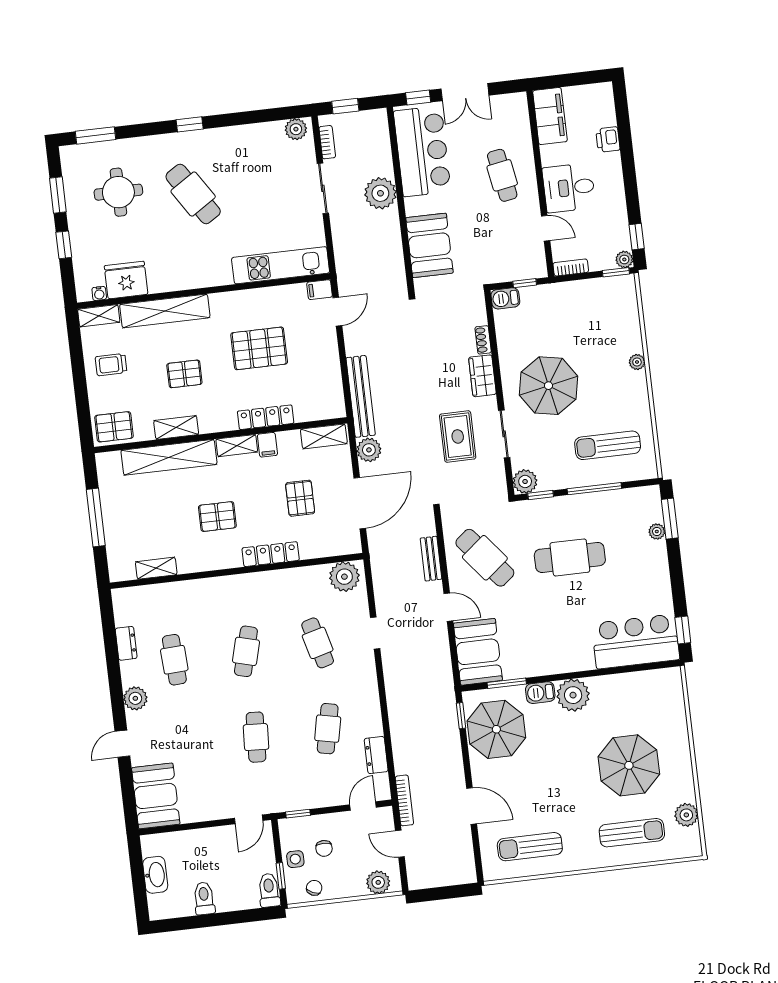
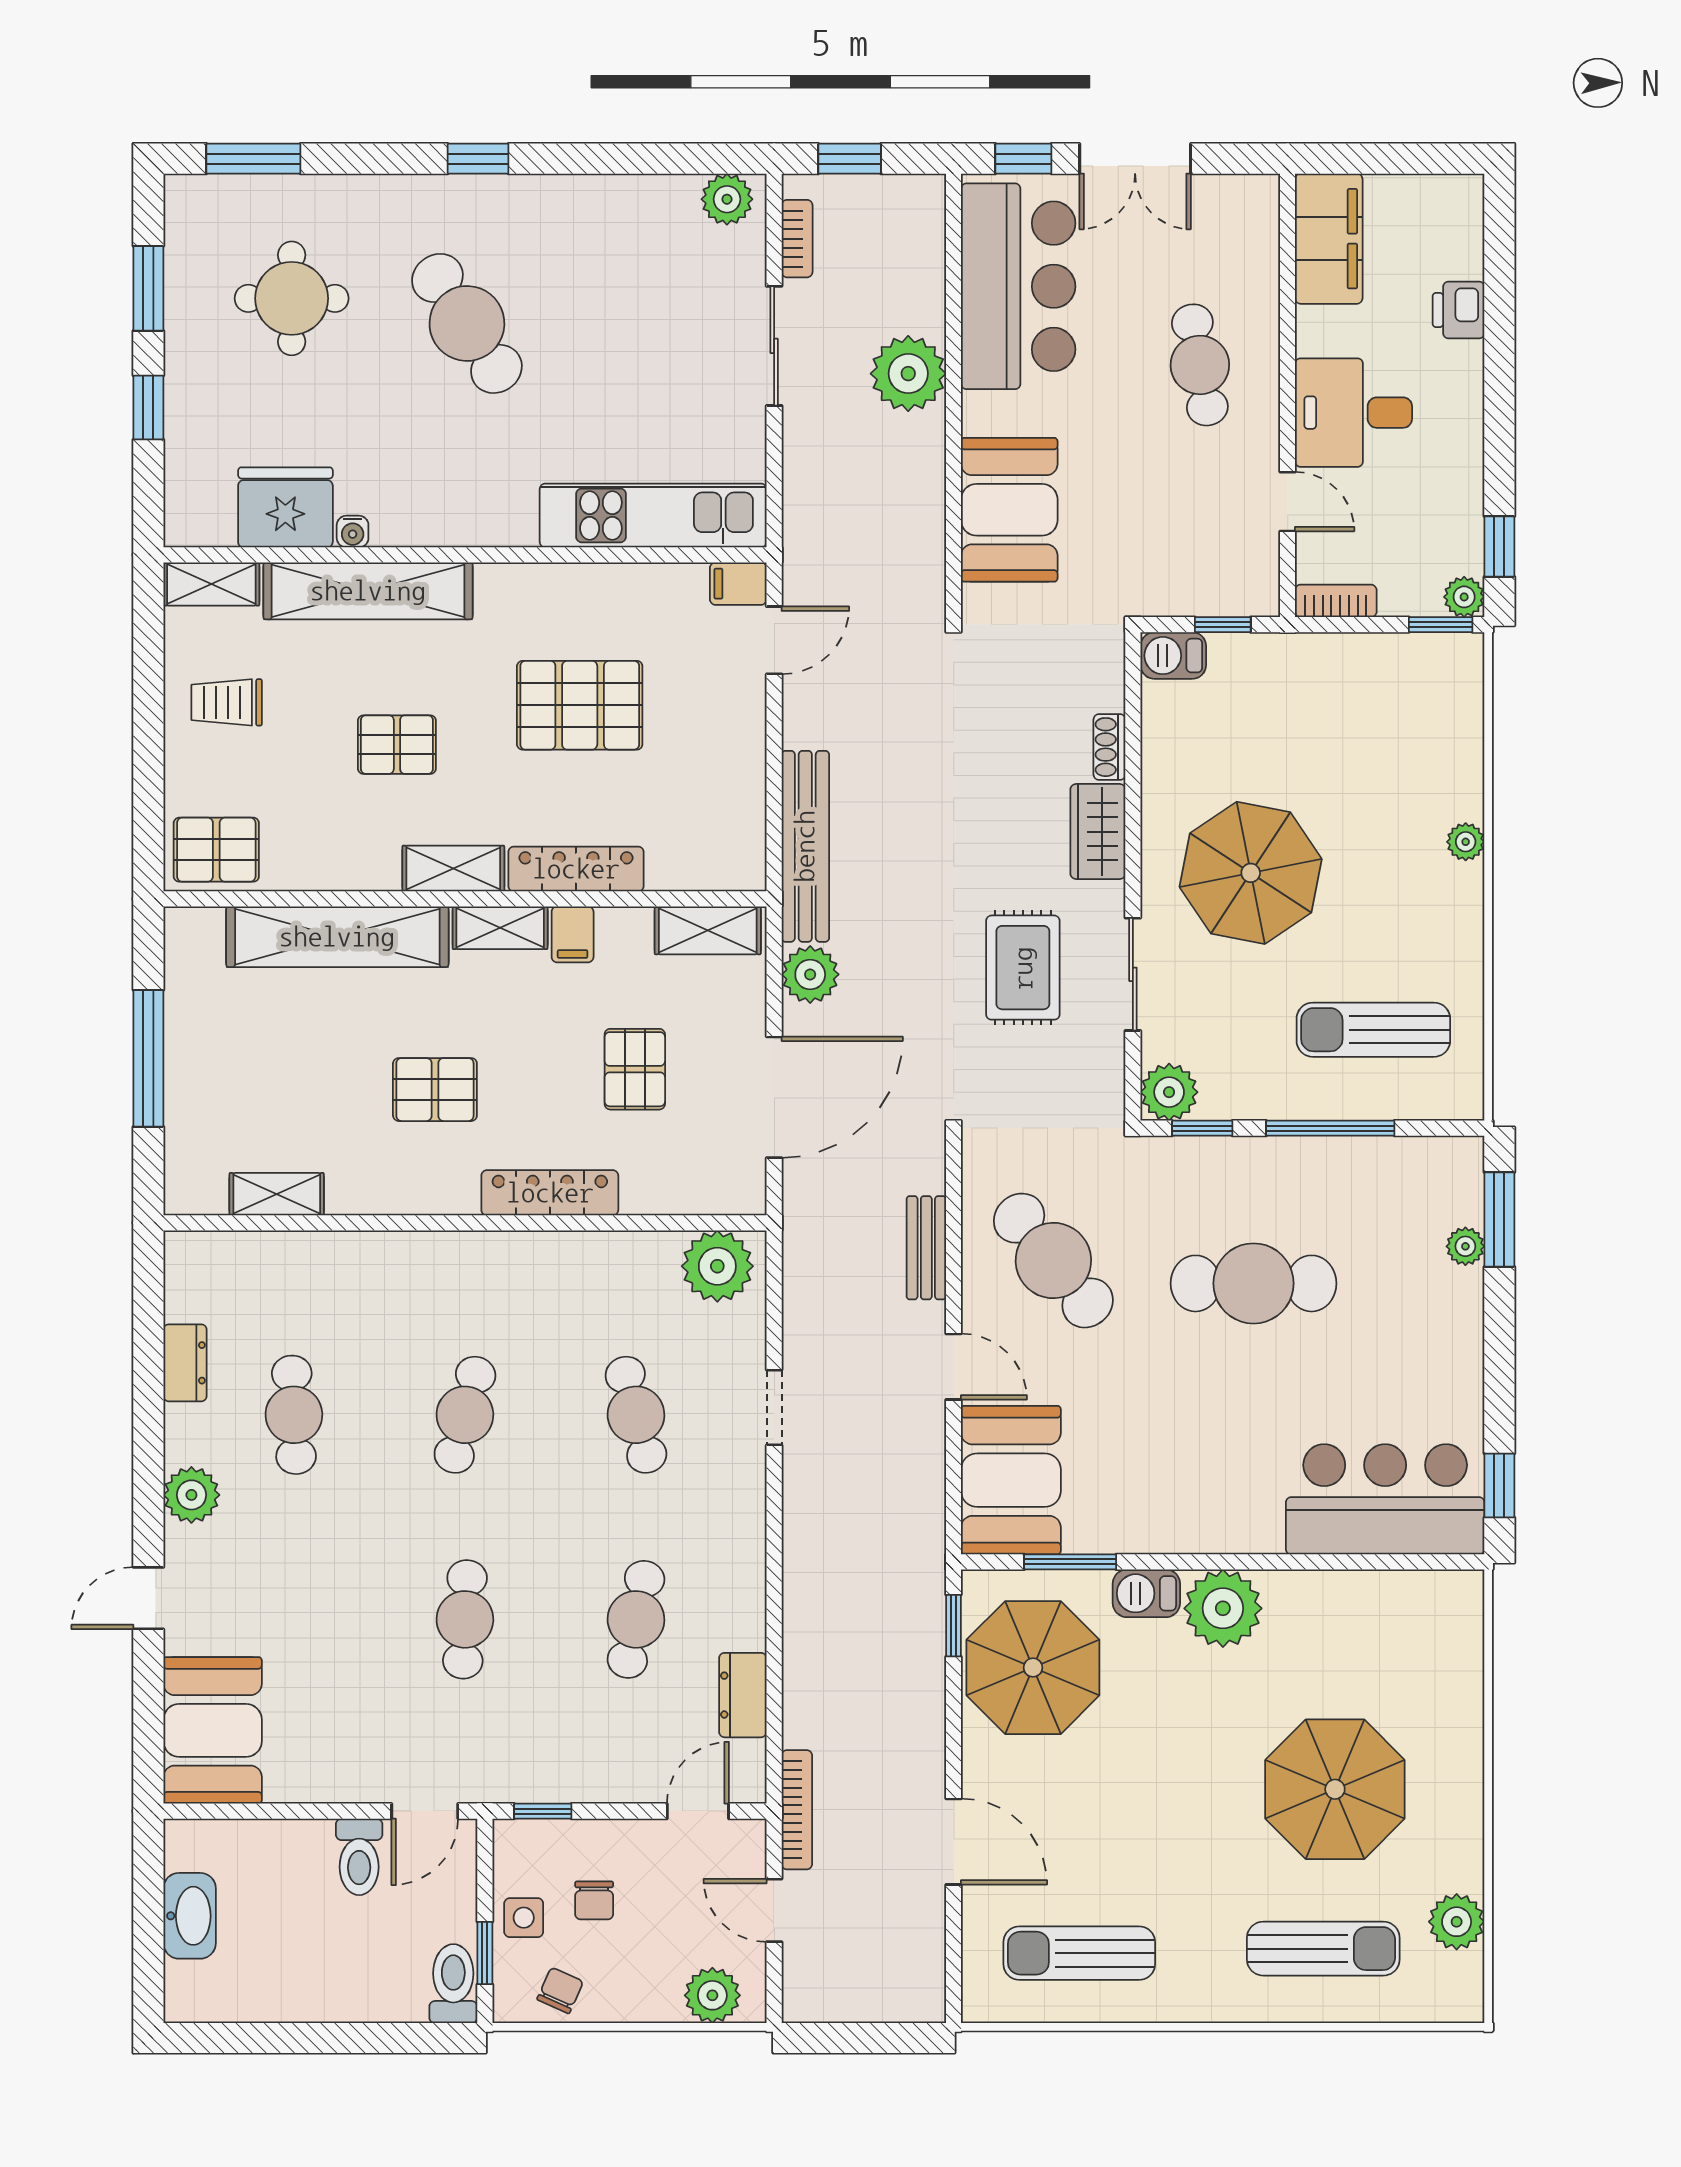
water cooler: (99, 293) -> (353, 532), moved
shelving: (176, 427) -> (453, 868), moved
toilet: (204, 898) -> (359, 1857), moved, turned 180

